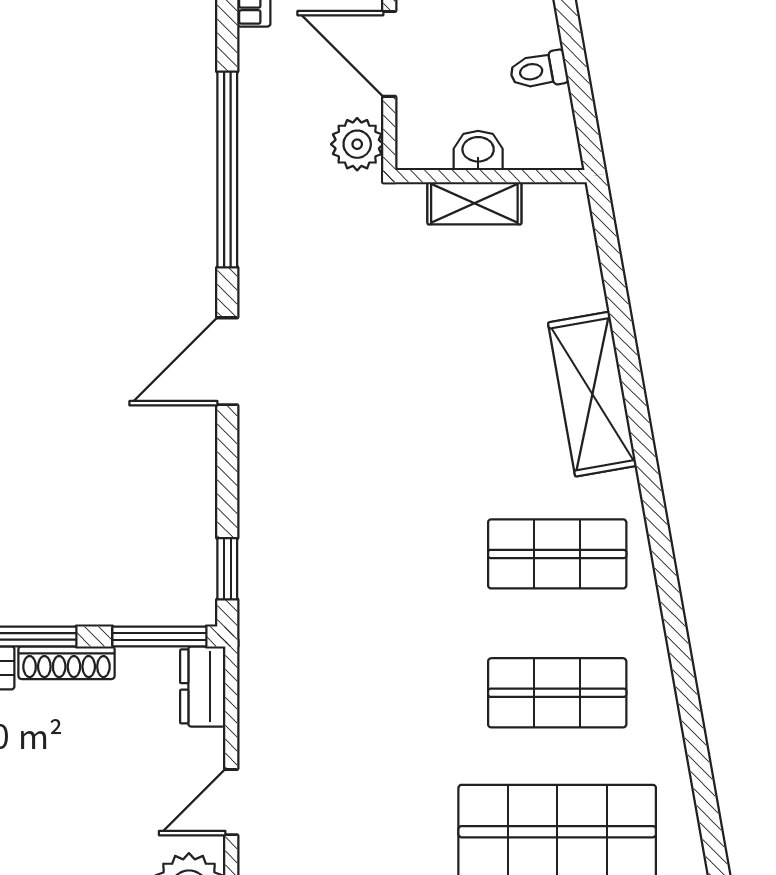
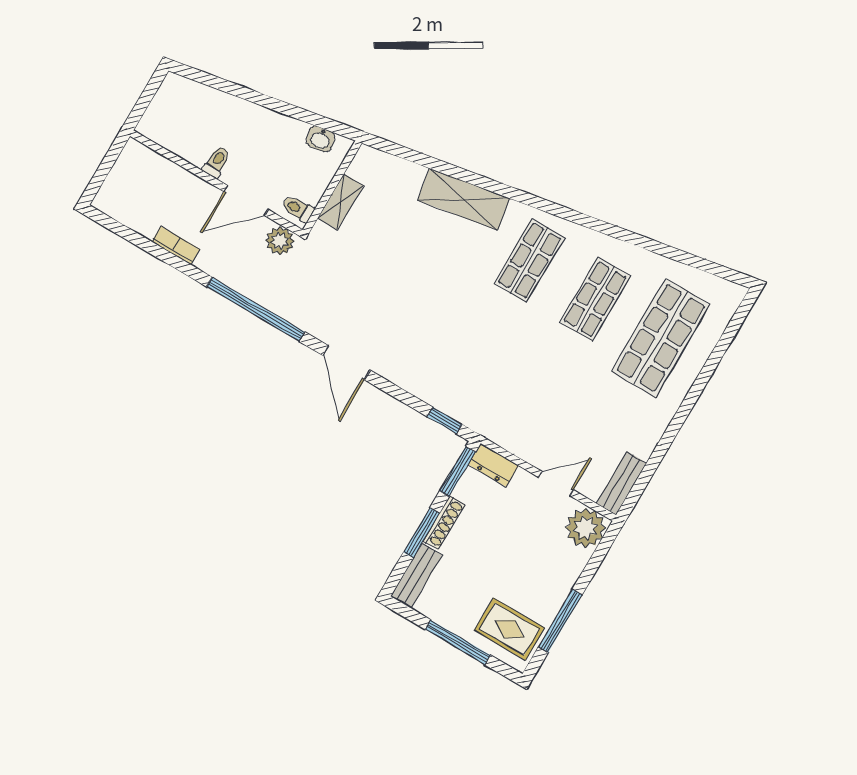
toilet: (539, 70) -> (298, 209), moved, turned 100
washbasin: (478, 150) -> (320, 139), moved, turned -100
door: (231, 802) -> (556, 484), swing flipped

